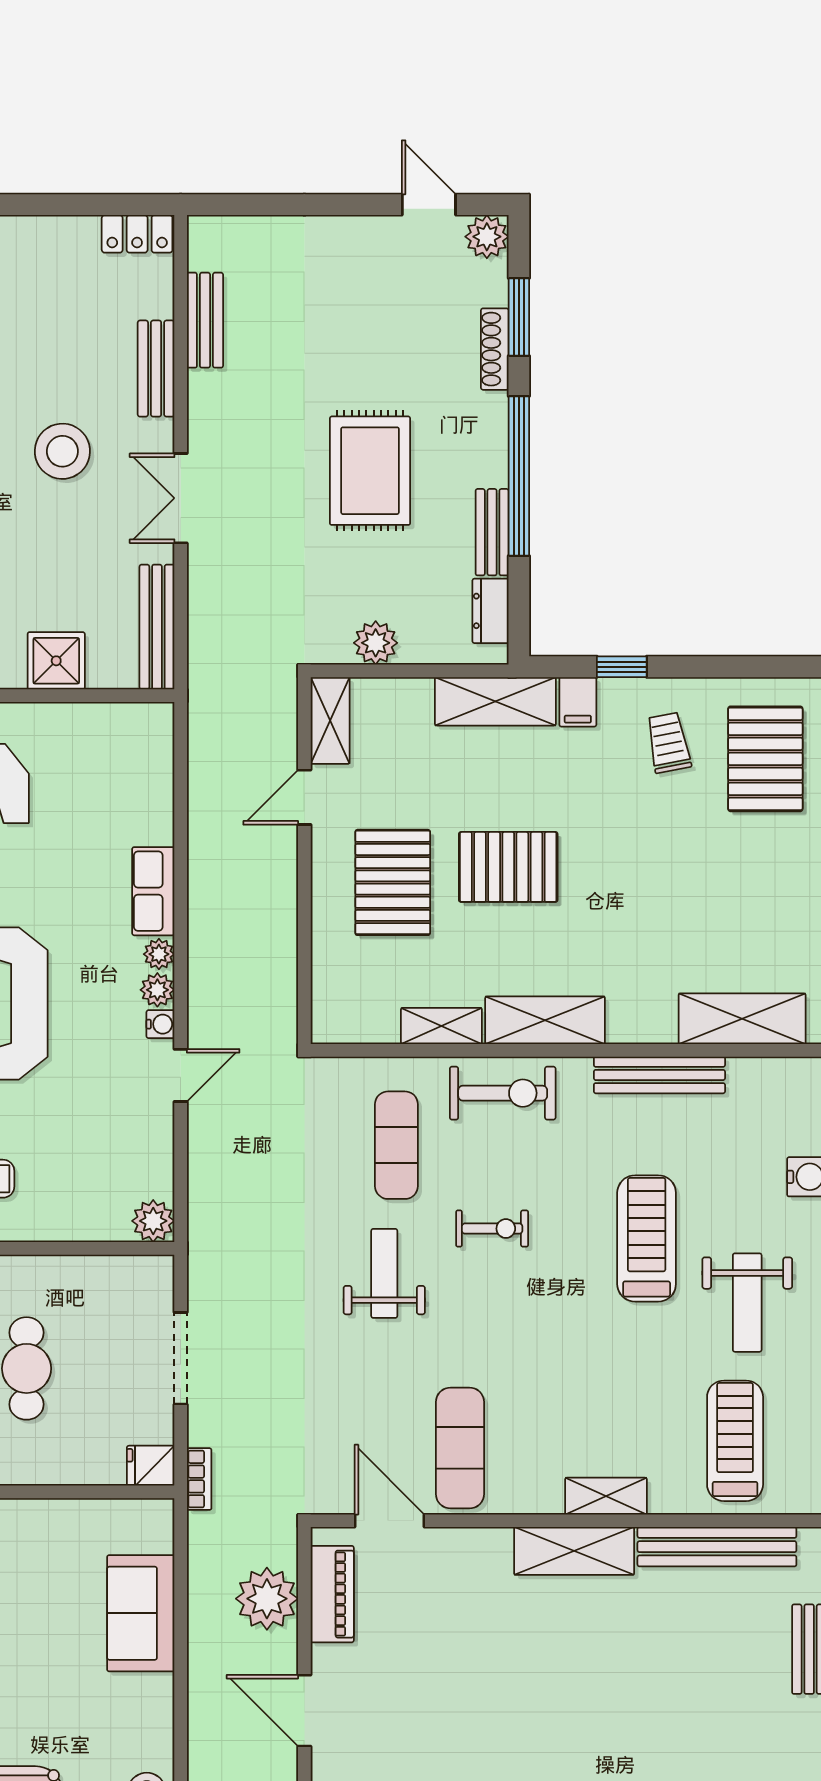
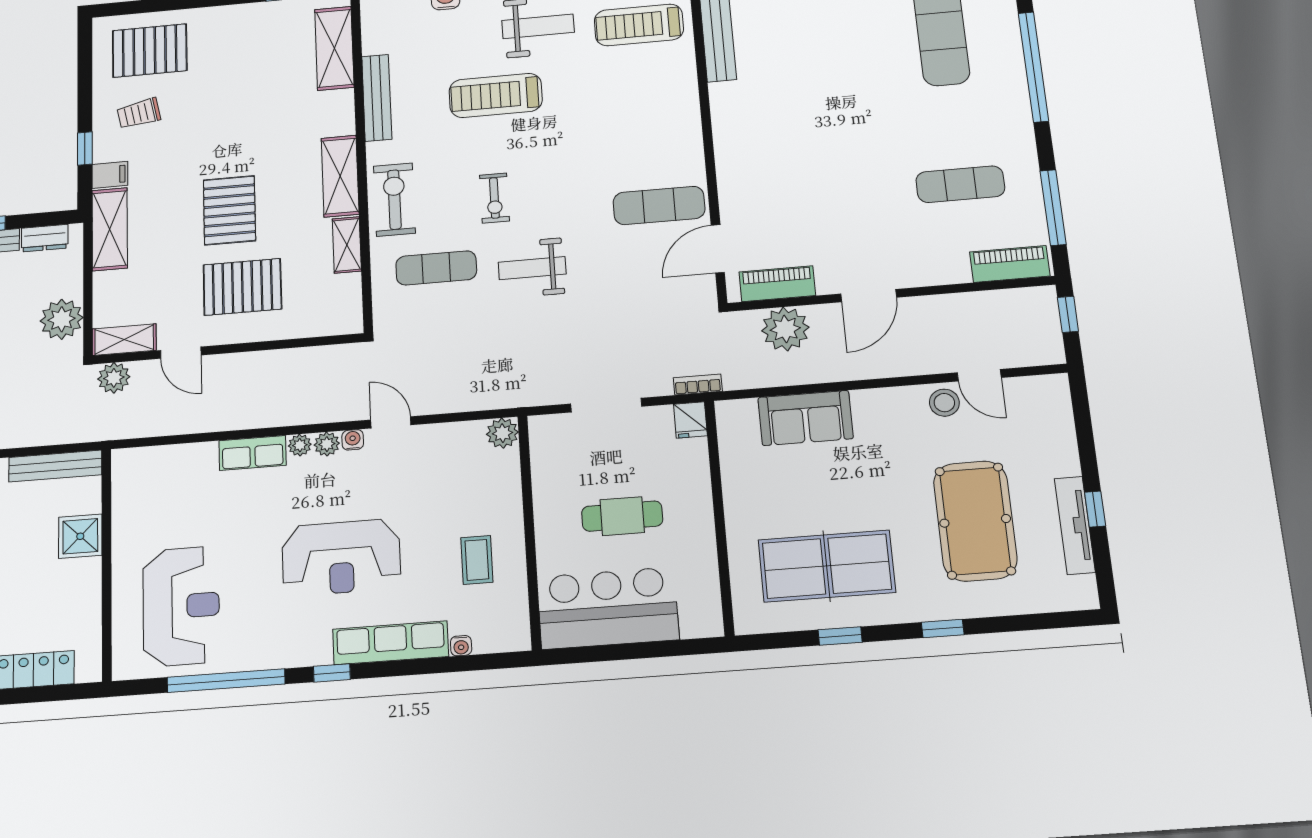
plant: (376, 643) -> (62, 319), width x1.36, depth x1.36
plant: (276, 706) -> (114, 378), added
exercise bike: (492, 1229) -> (494, 198), turned 180
shelving: (606, 1496) -> (686, 105), removed
shelving: (574, 1551) -> (729, 122), removed

